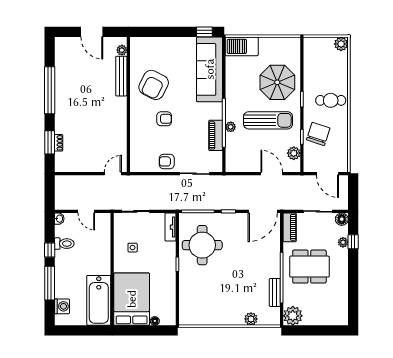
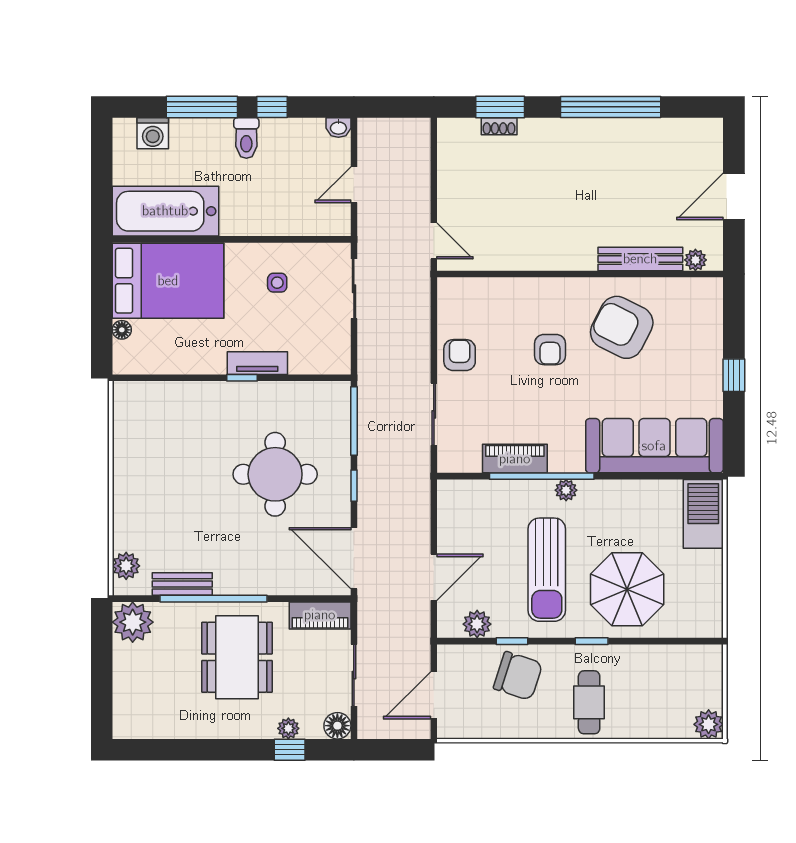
window: (204, 32) -> (734, 375), moved
plant: (231, 127) -> (566, 490), moved
tv unit: (171, 227) -> (257, 363), moved
toilet: (64, 244) -> (246, 138), moved
round table: (202, 245) -> (275, 474), moved
plant: (251, 319) -> (126, 566), moved

